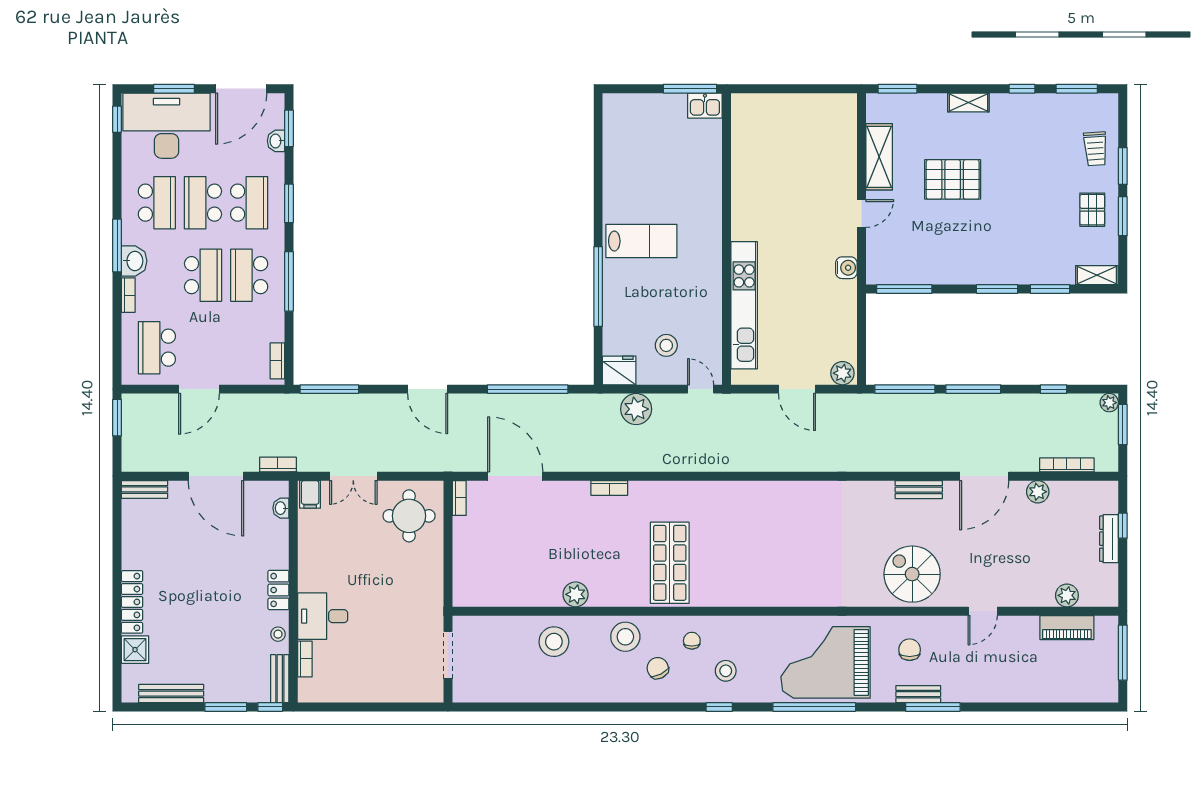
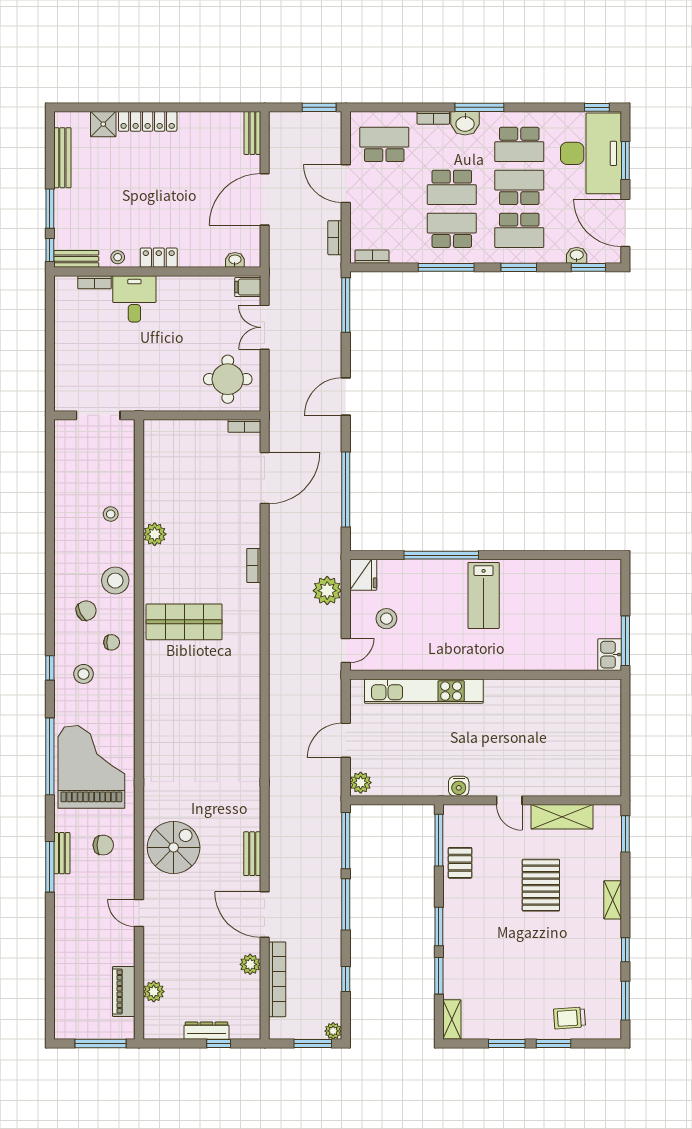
pallet: (1092, 210) -> (460, 863), moved, turned 90
bookcase: (278, 465) -> (335, 238), moved, turned 180
bookcase: (1067, 465) -> (277, 979), width x1.48, depth x1.31
stool: (554, 642) -> (111, 514), width x0.53, depth x0.53

